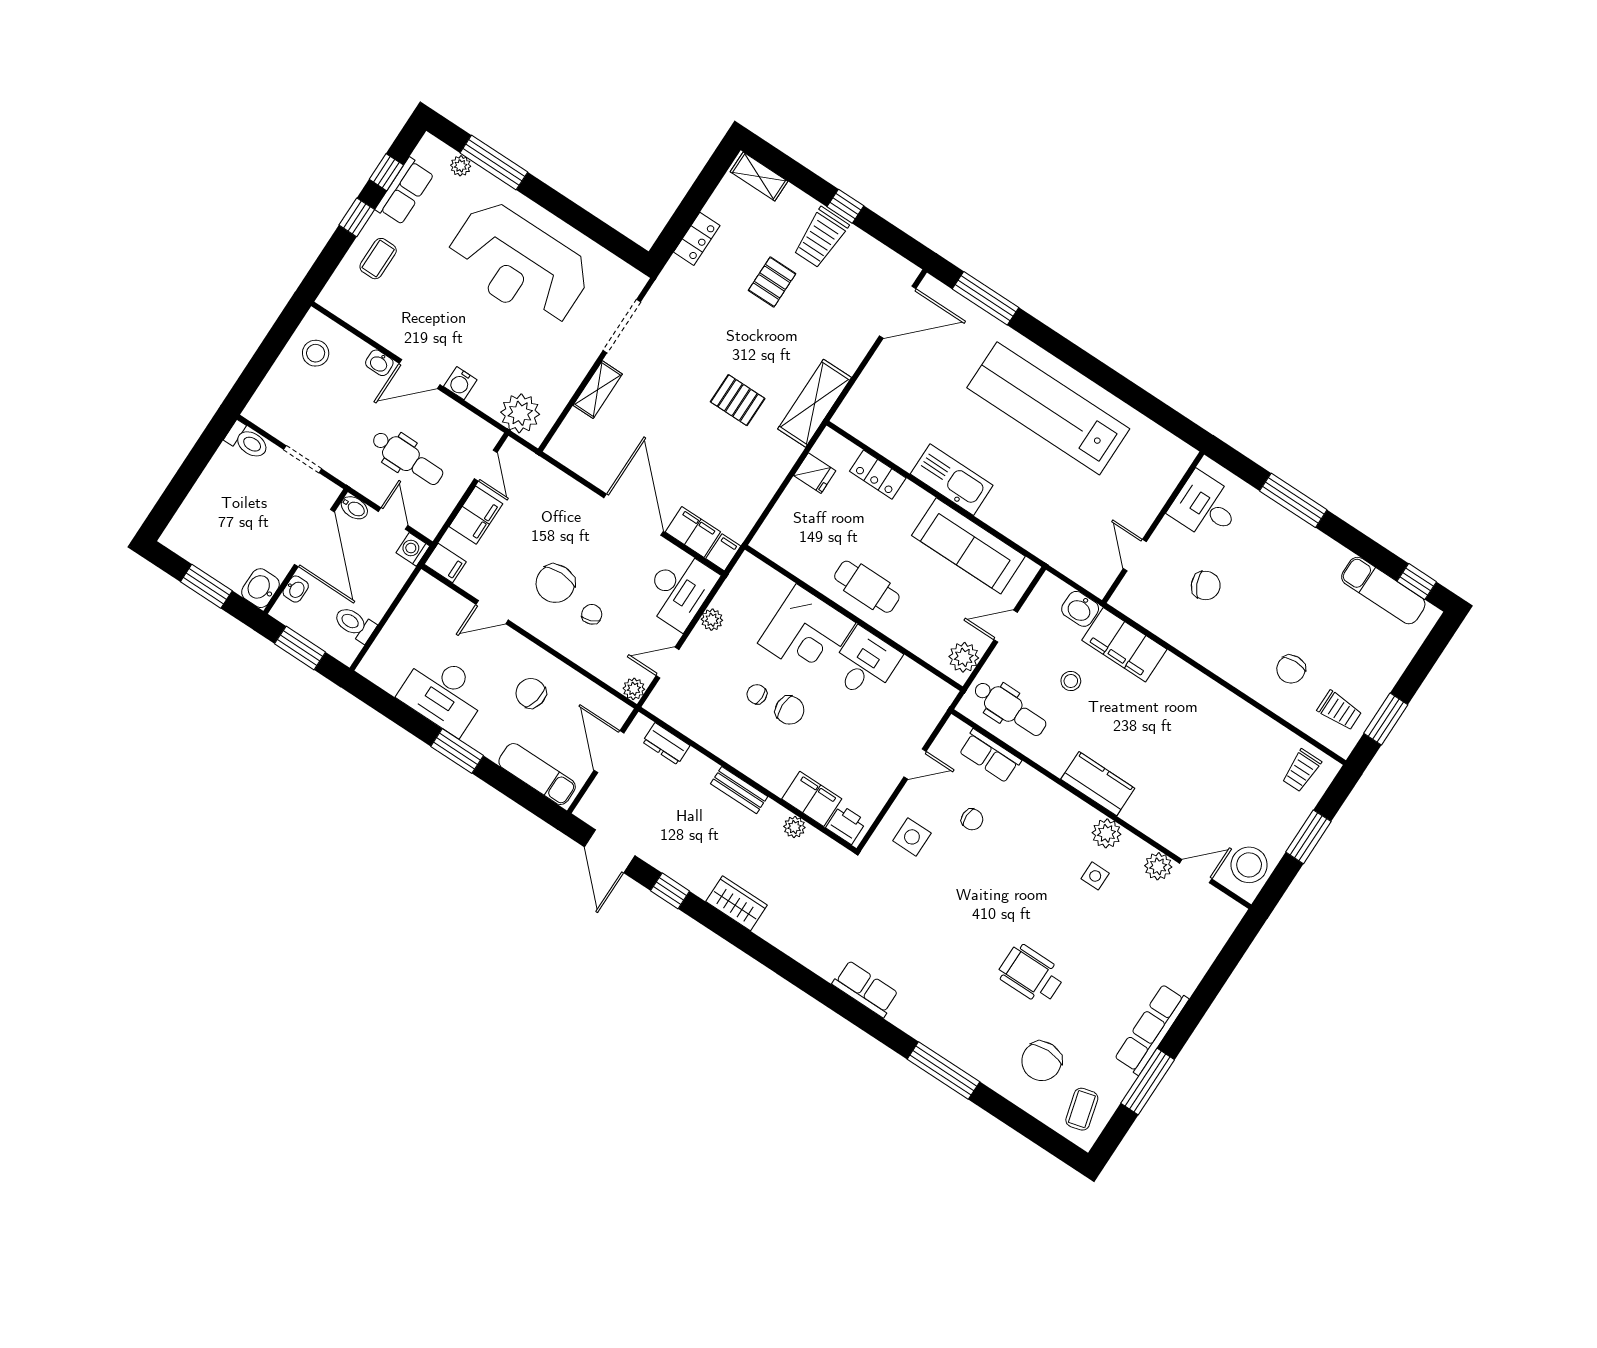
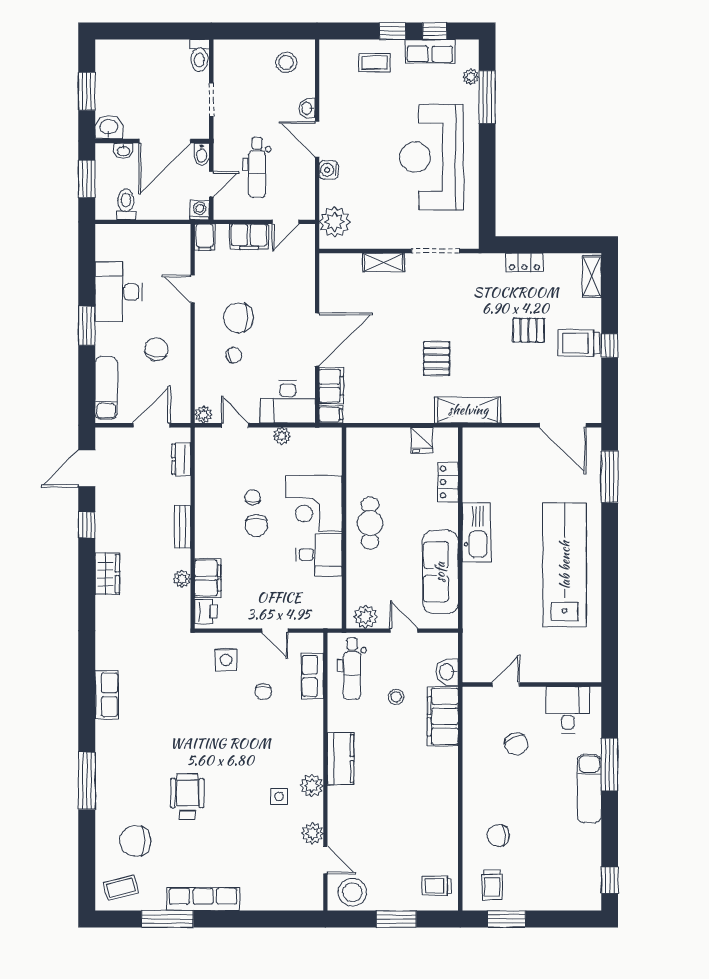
exam couch: (1383, 591) -> (589, 789), moved

